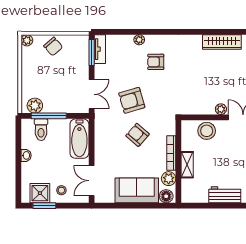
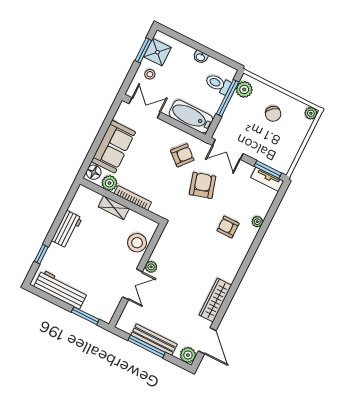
chair: (53, 47) -> (273, 114), moved, turned -88
armchair: (156, 62) -> (228, 227), turned -90
armchair: (138, 135) -> (182, 155), moved

